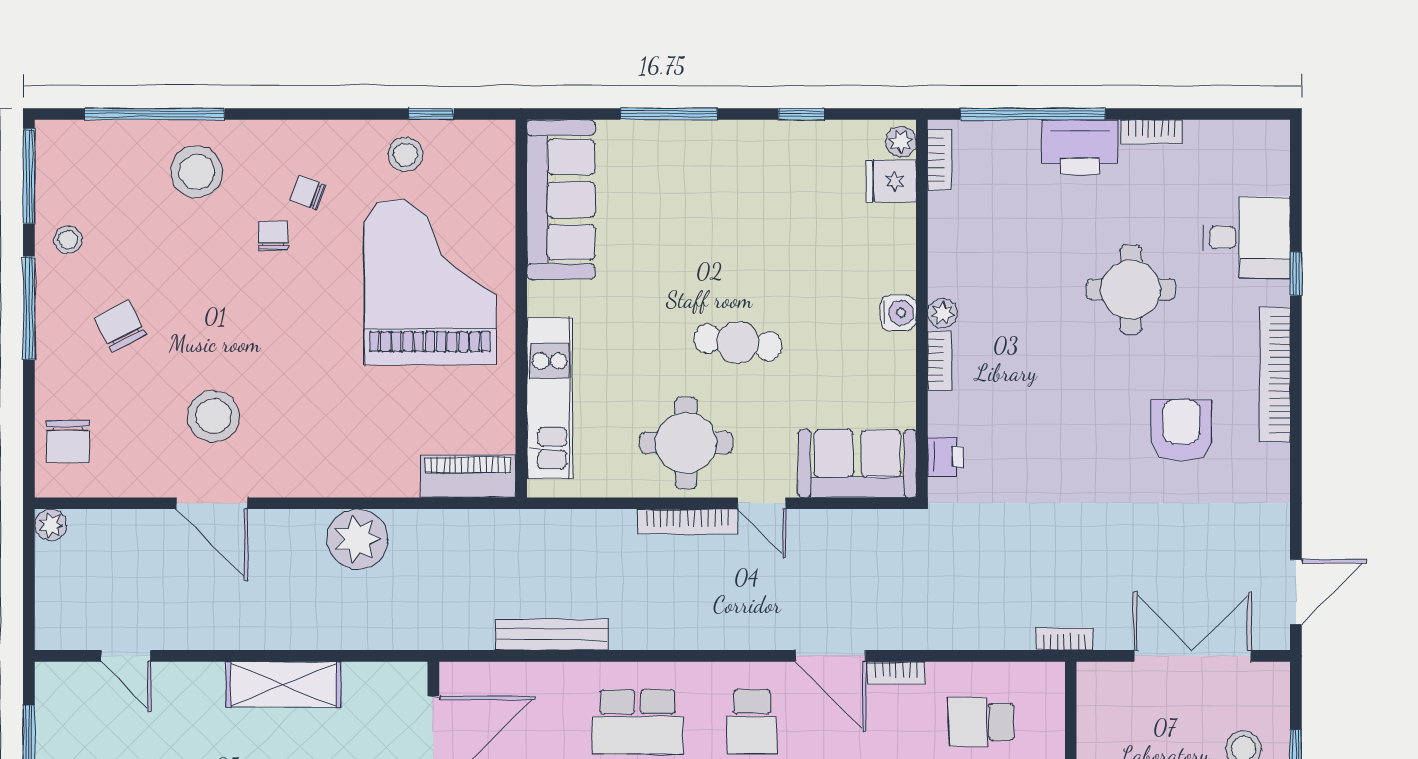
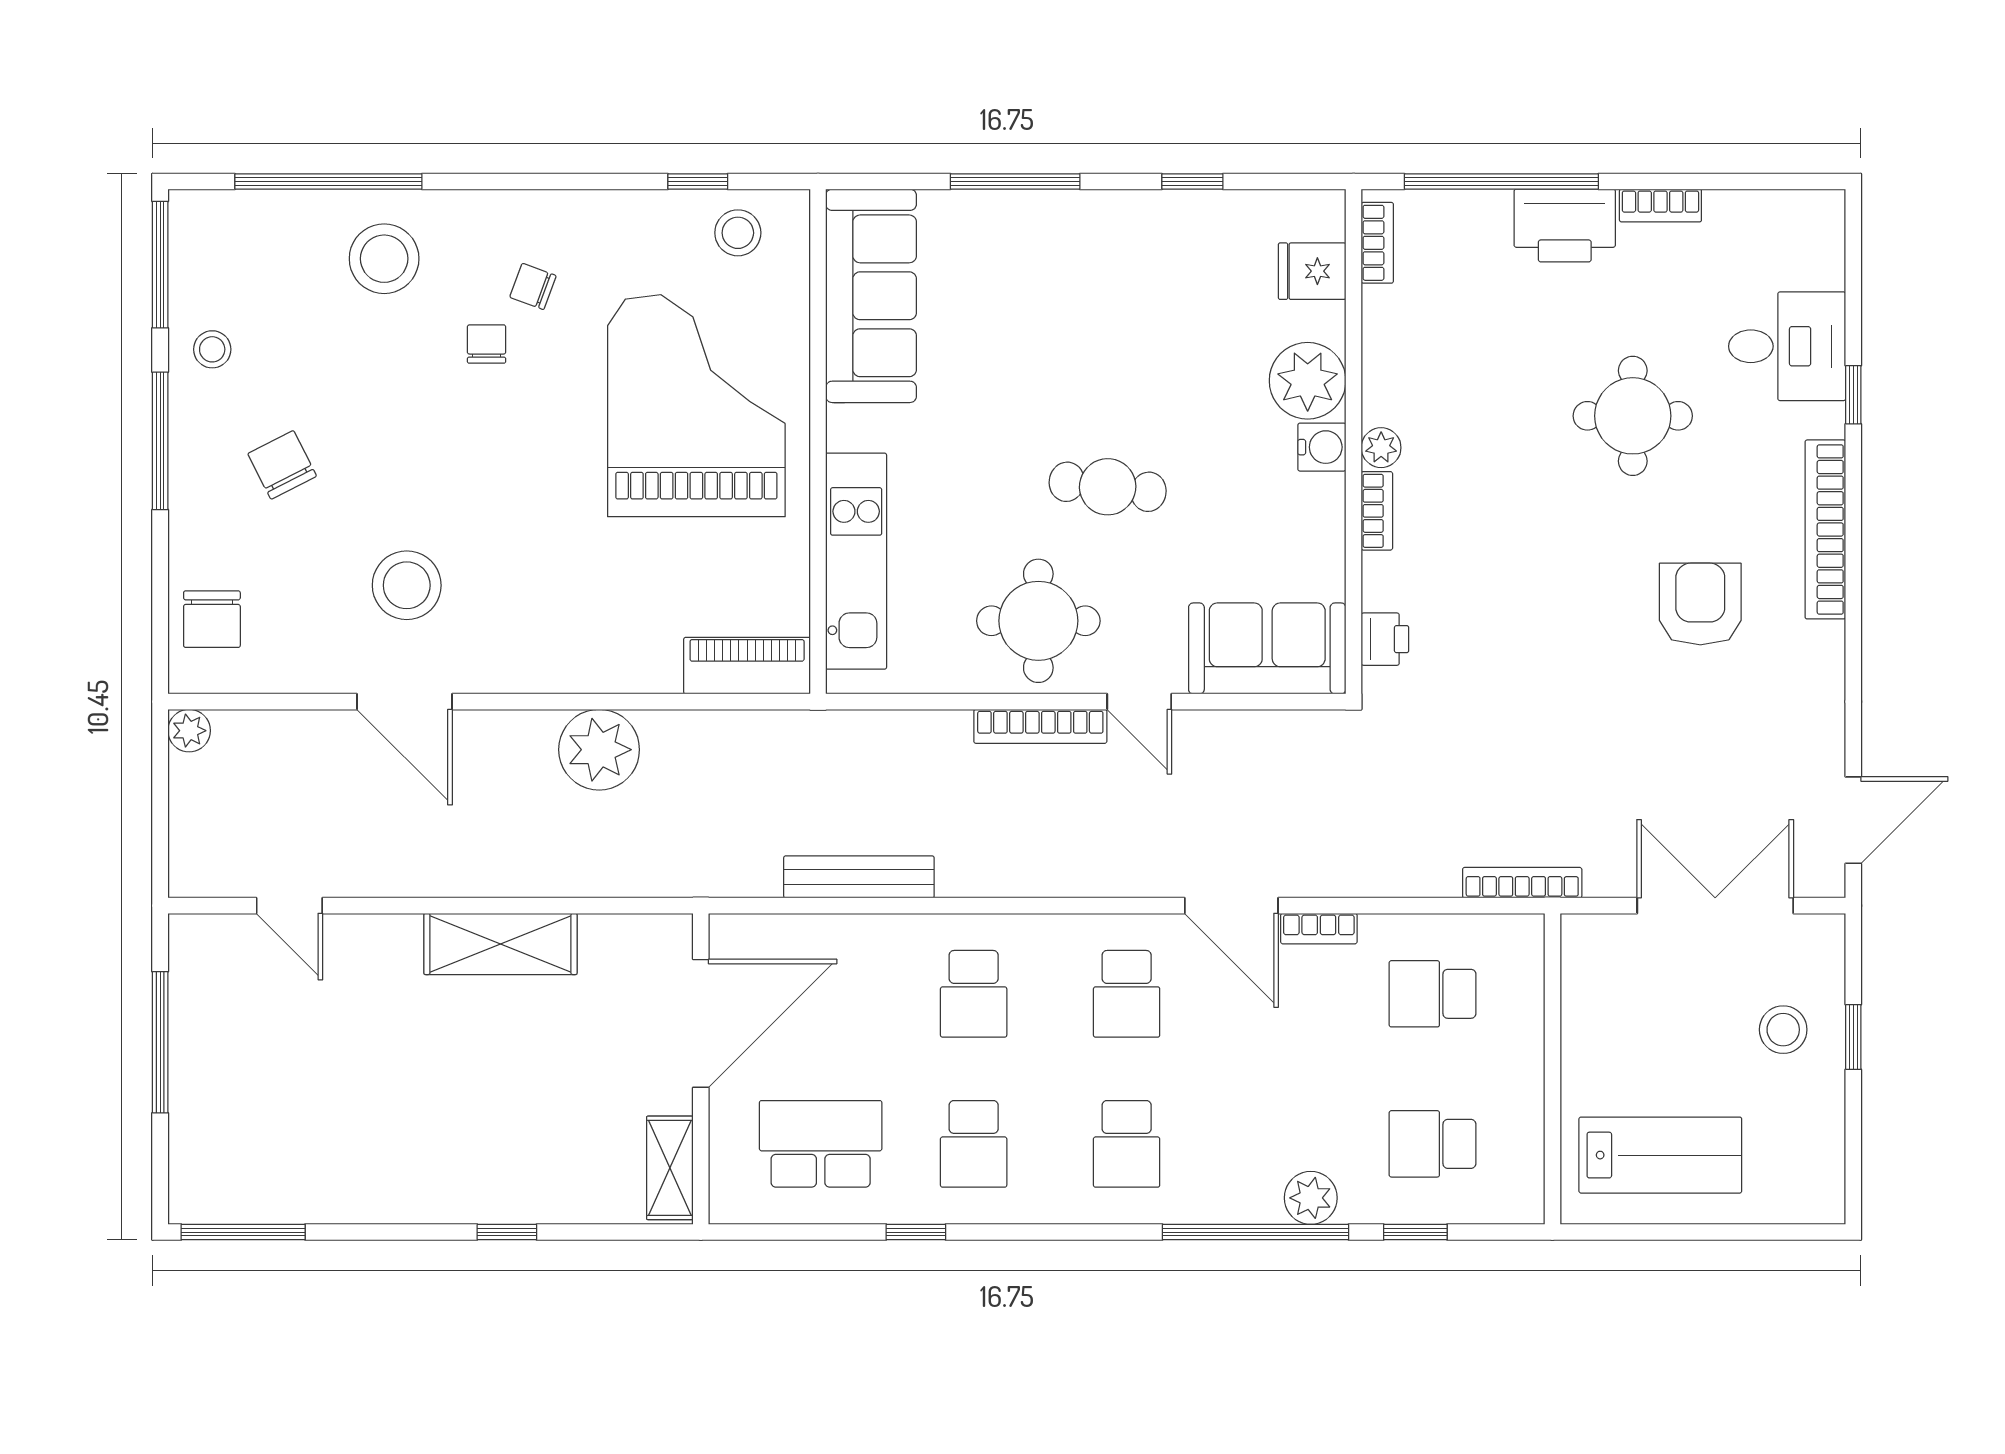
plant: (901, 142) -> (1308, 381), moved, width x1.88, depth x1.88
stool: (405, 154) -> (738, 233), moved
bookcase: (1064, 639) -> (1522, 883), width x1.56
school desk: (638, 722) -> (974, 994), width x0.54

